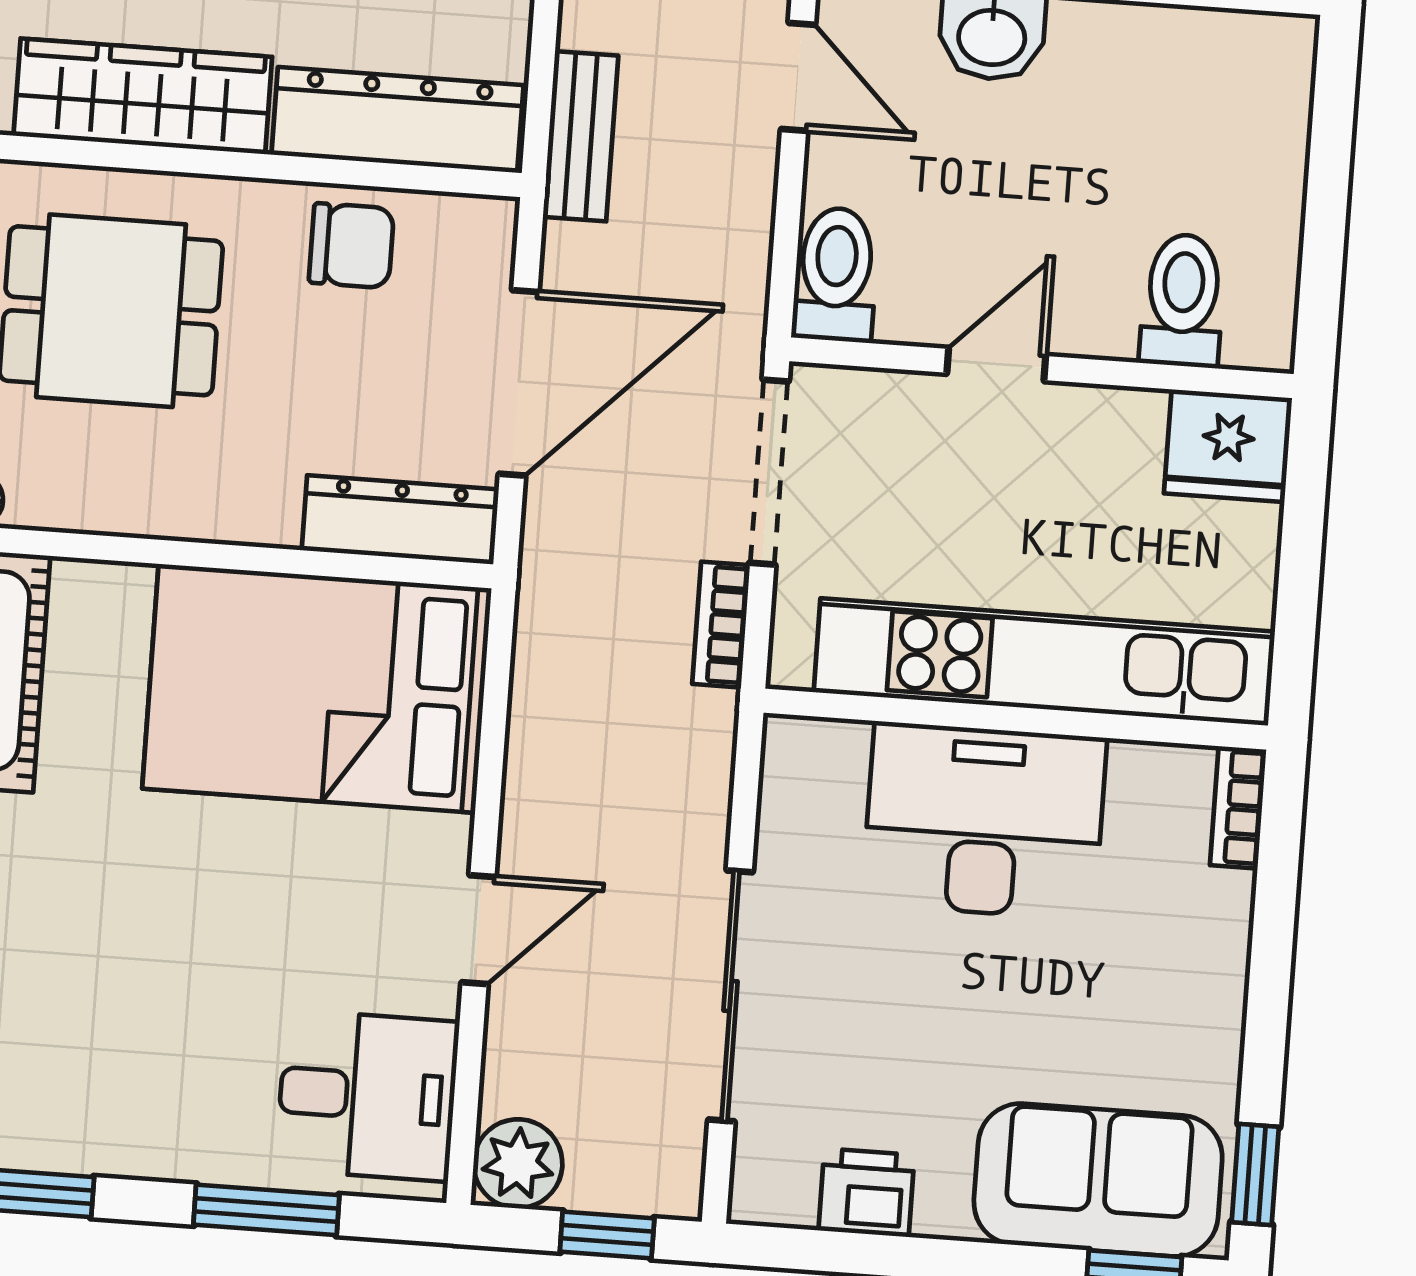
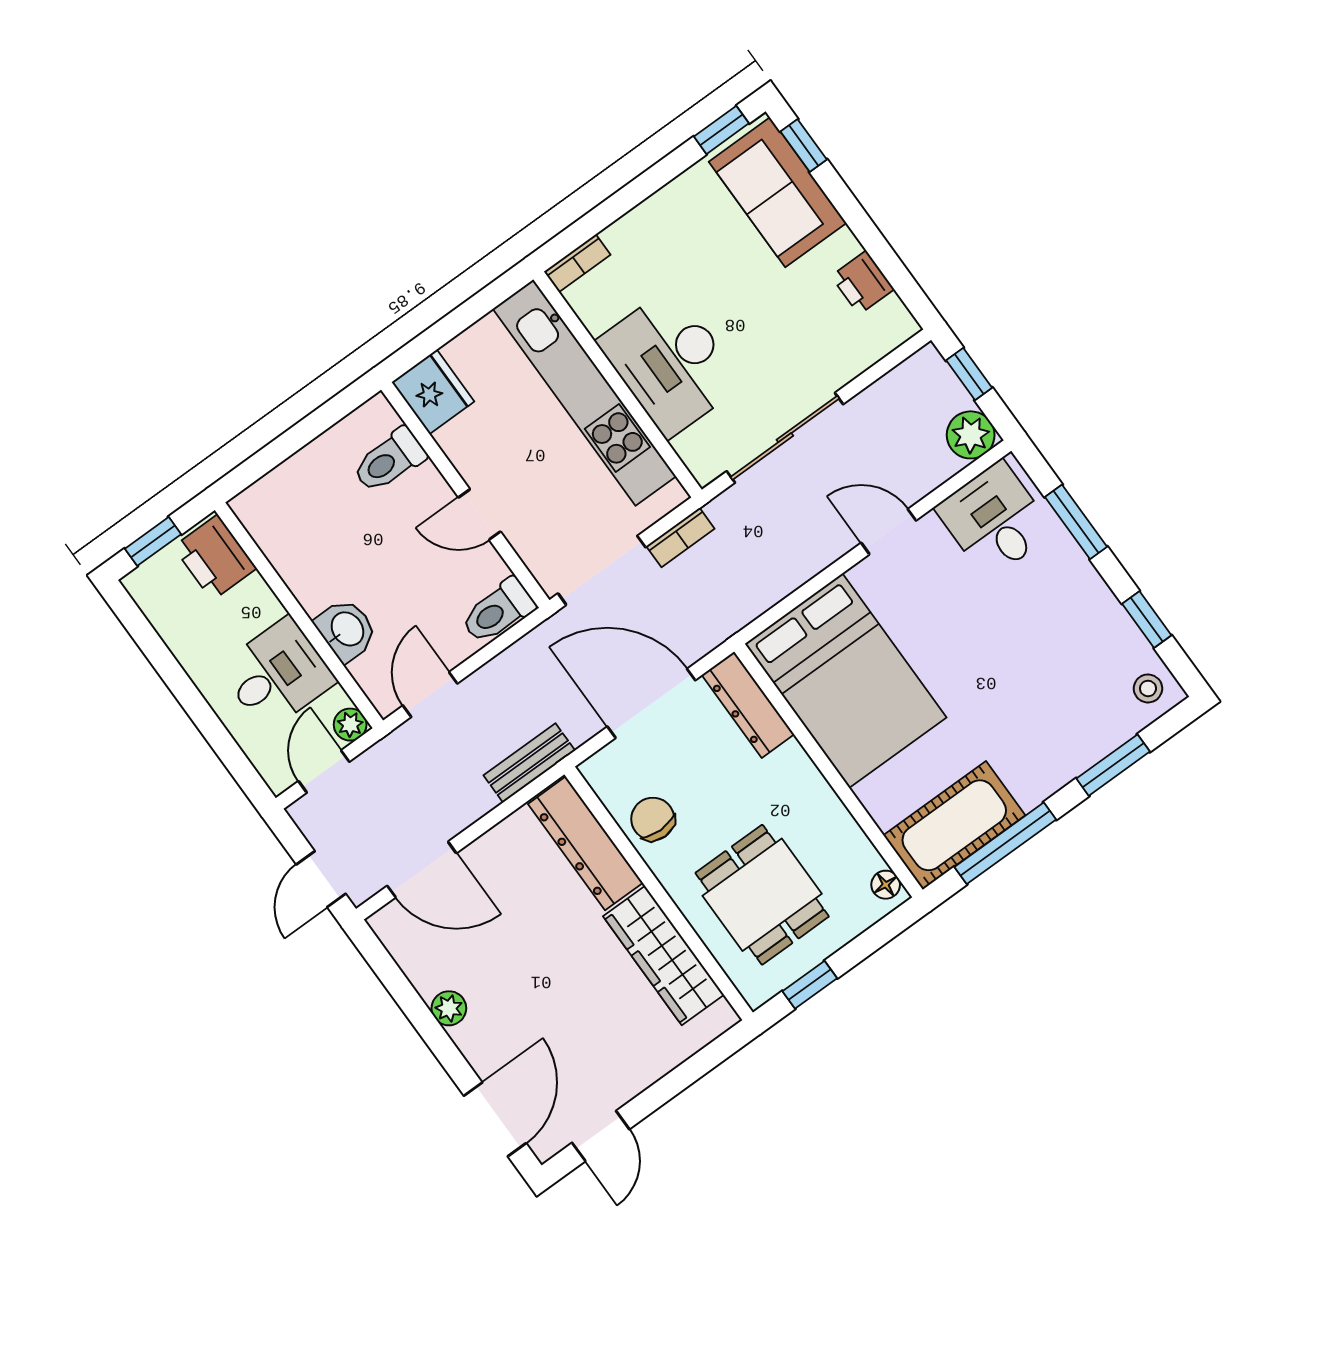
sliding door: (731, 996) -> (785, 438), moved

